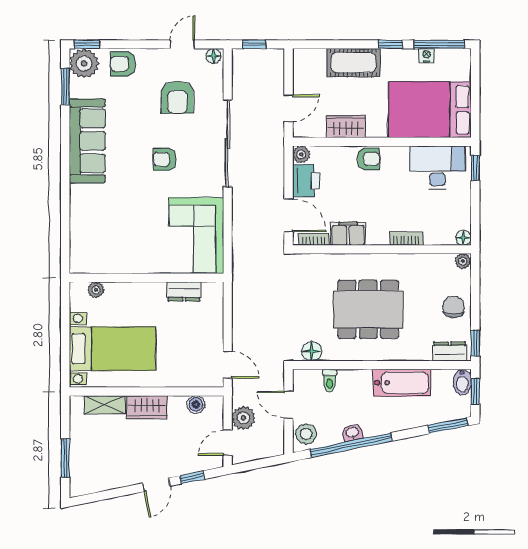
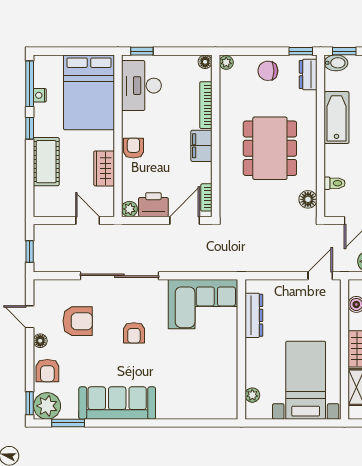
floor lamp: (213, 56) -> (40, 341), moved
filing cabinet: (348, 234) -> (201, 146), moved
bookcase: (406, 239) -> (206, 105), width x1.56
dresser: (184, 291) -> (254, 315), width x1.44

